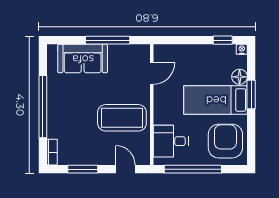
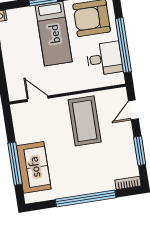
window: (108, 40) -> (15, 164), moved
floor lamp: (240, 77) -> (28, 14), removed
desk: (171, 141) -> (104, 59), moved, turned -90

